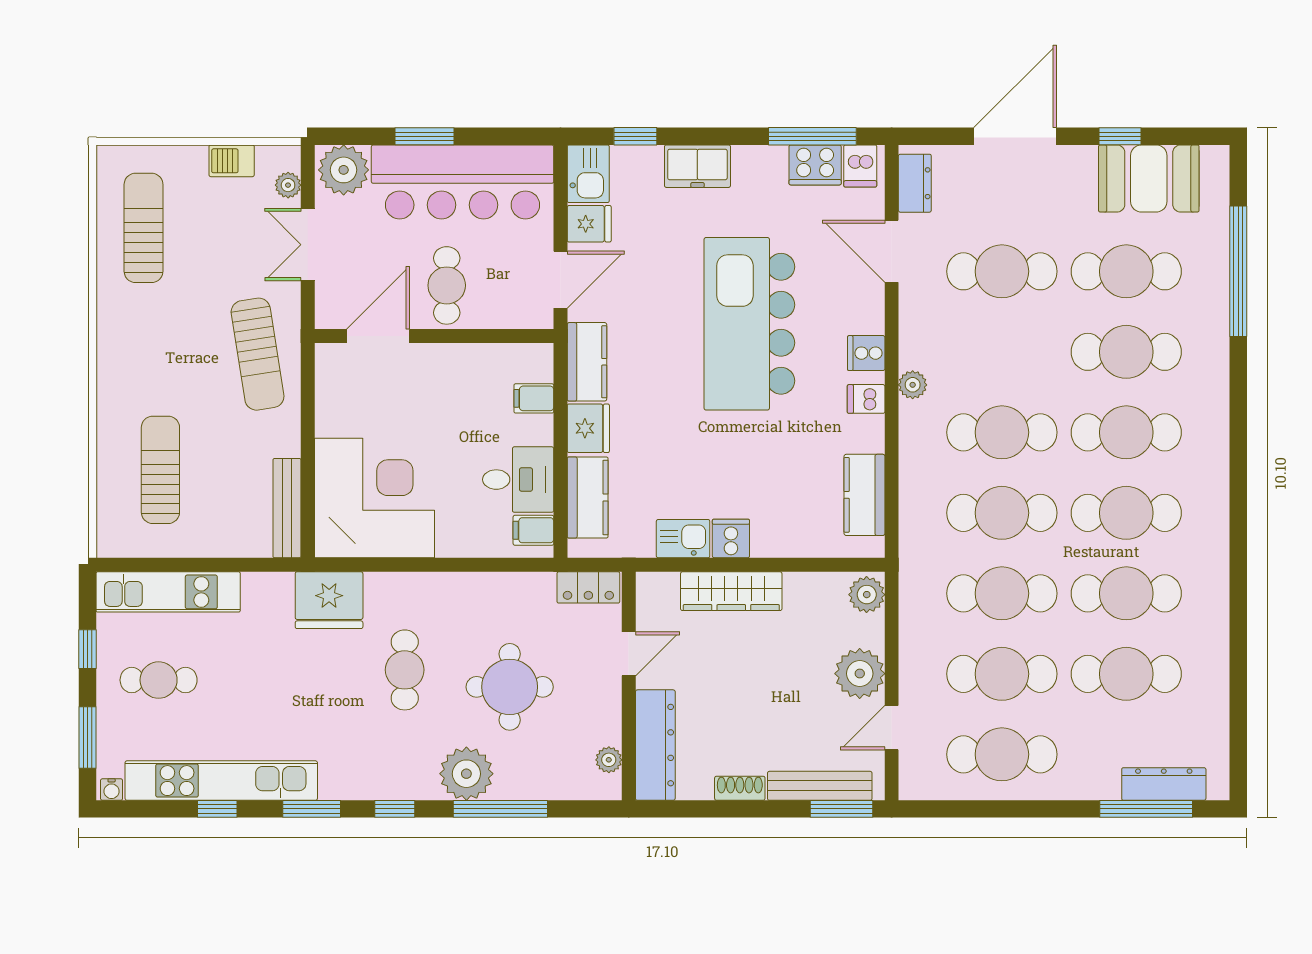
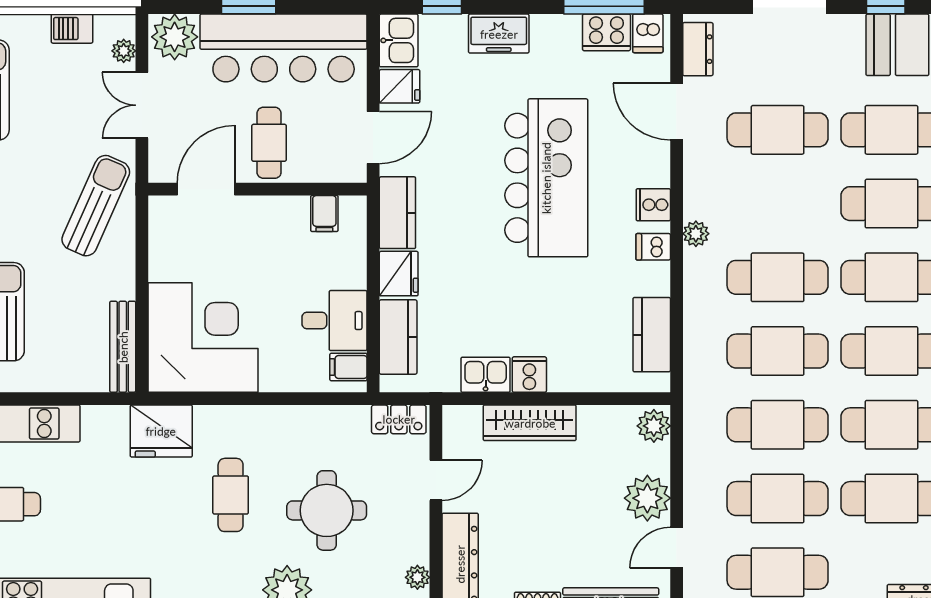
kitchen island: (749, 324) -> (546, 178), turned 180
sun lounger: (258, 354) -> (96, 206), turned -147
filing cabinet: (534, 398) -> (324, 213), moved, turned -90

